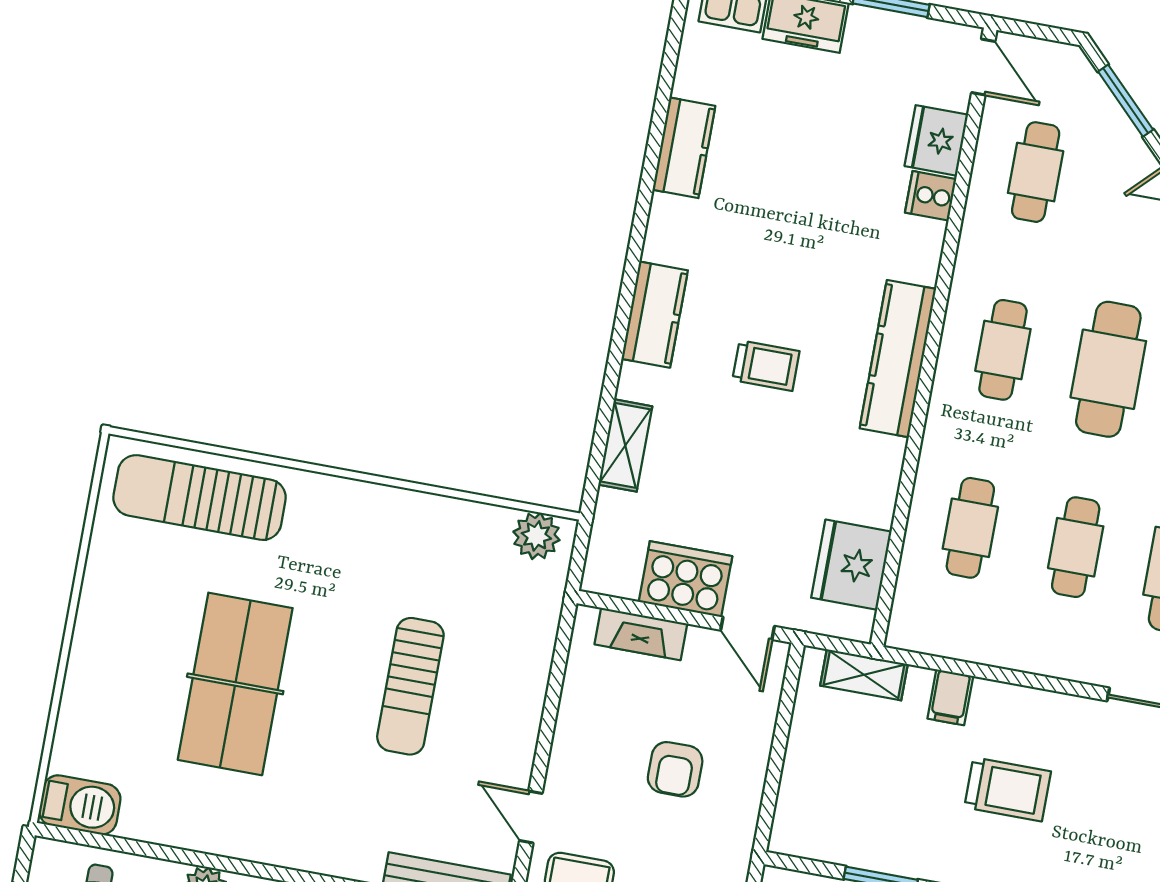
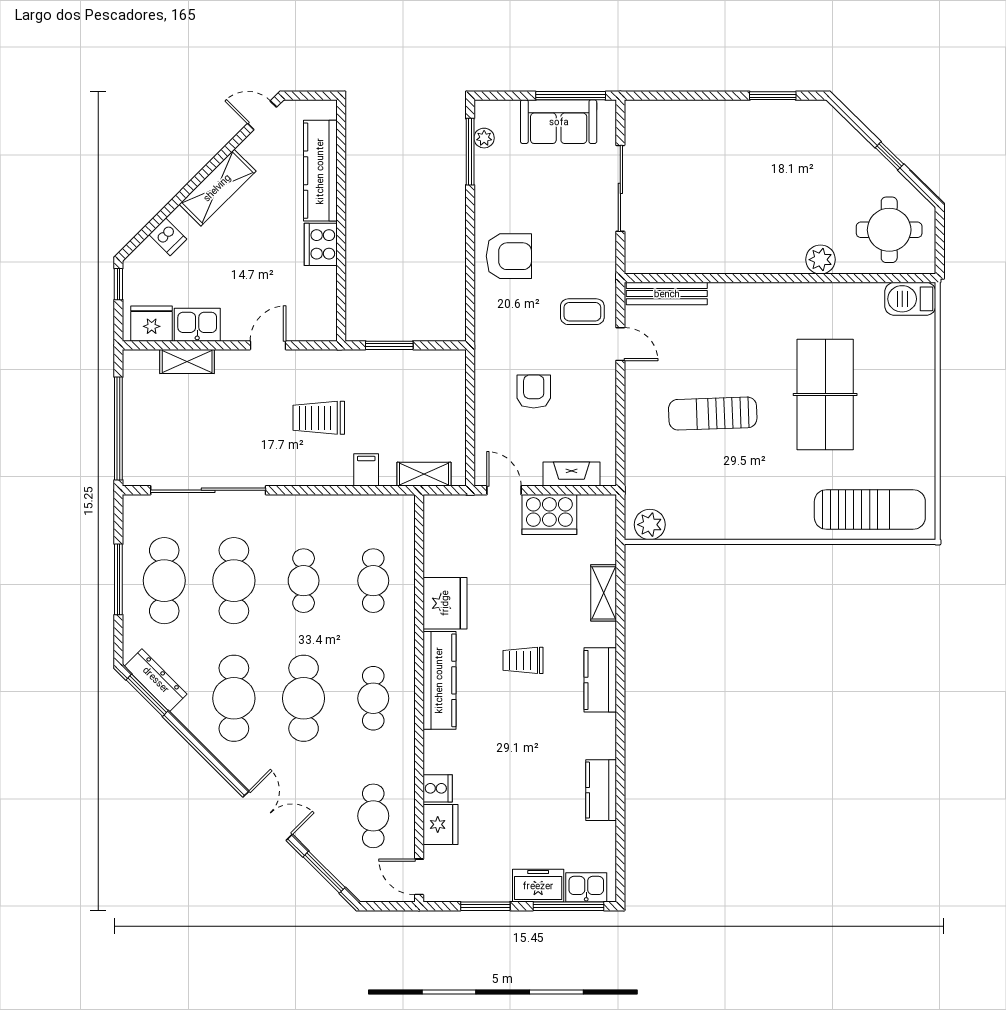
fridge: (851, 565) -> (445, 603), moved
sun lounger: (410, 686) -> (713, 414), turned -92

